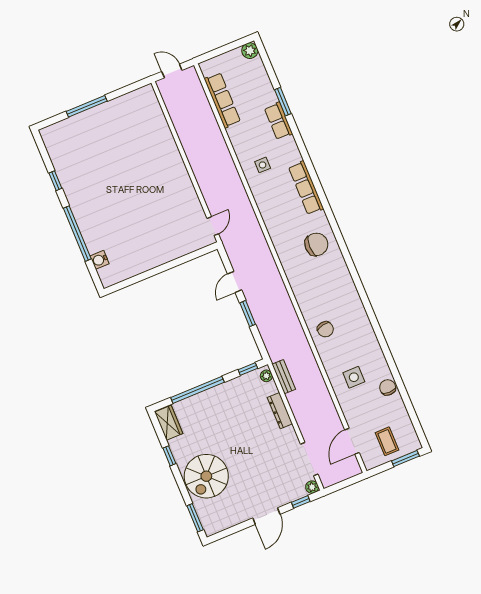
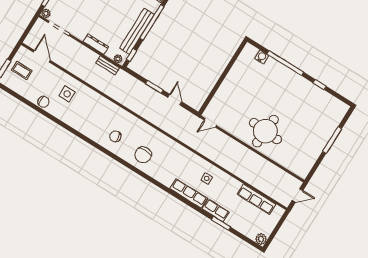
round table: (156, 171) -> (265, 131), added
row of seats: (306, 188) -> (189, 193), moved
door: (213, 226) -> (210, 123), hinge flipped
chair: (325, 329) -> (115, 136), moved
bench: (222, 392) -> (137, 31), added

